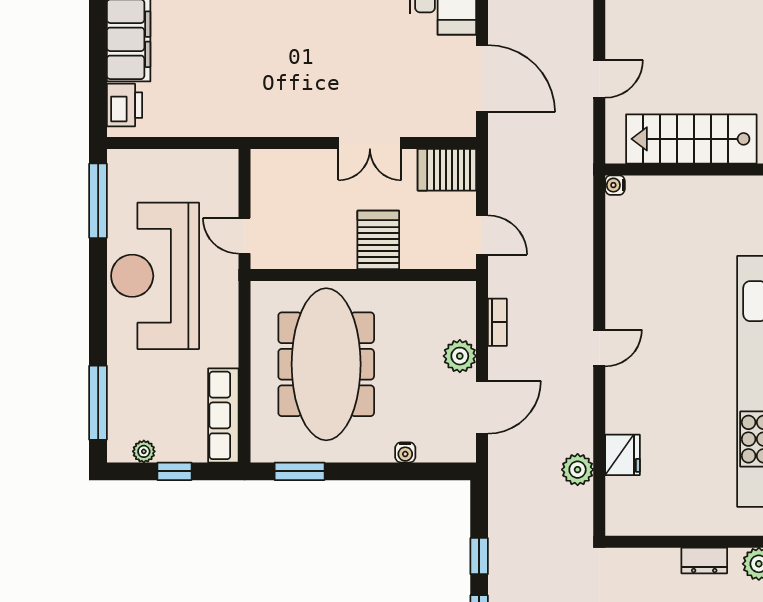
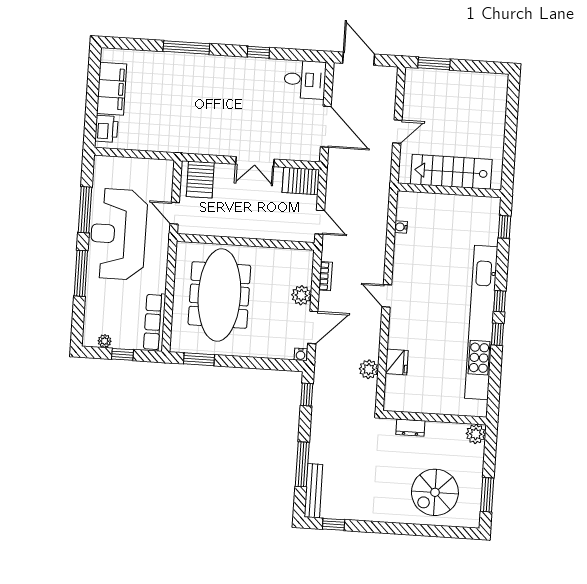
water cooler: (615, 185) -> (401, 227), moved
window: (98, 201) -> (85, 210), moved
server rack: (378, 240) -> (200, 180), moved, turned 180
door: (599, 348) -> (387, 296), swing flipped
window: (98, 403) -> (81, 273), moved
water cooler: (405, 452) -> (301, 354), moved
window: (479, 556) -> (307, 395), moved
dresser: (704, 560) -> (410, 428), moved

